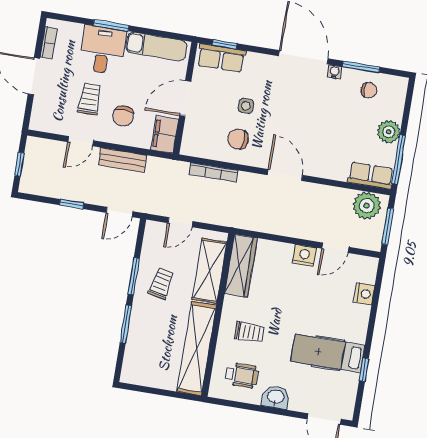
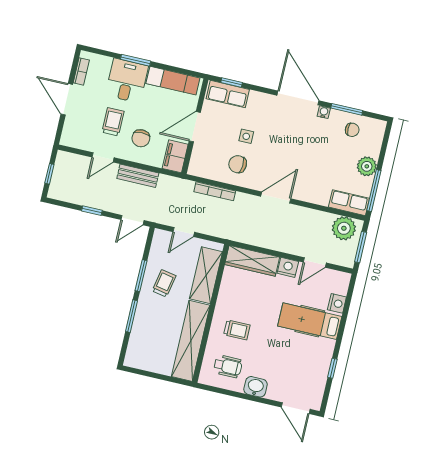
door: (285, 175) -> (276, 198), hinge flipped
wardrobe: (241, 266) -> (252, 261), moved, turned 90
hospital bed: (328, 353) -> (310, 321), moved

